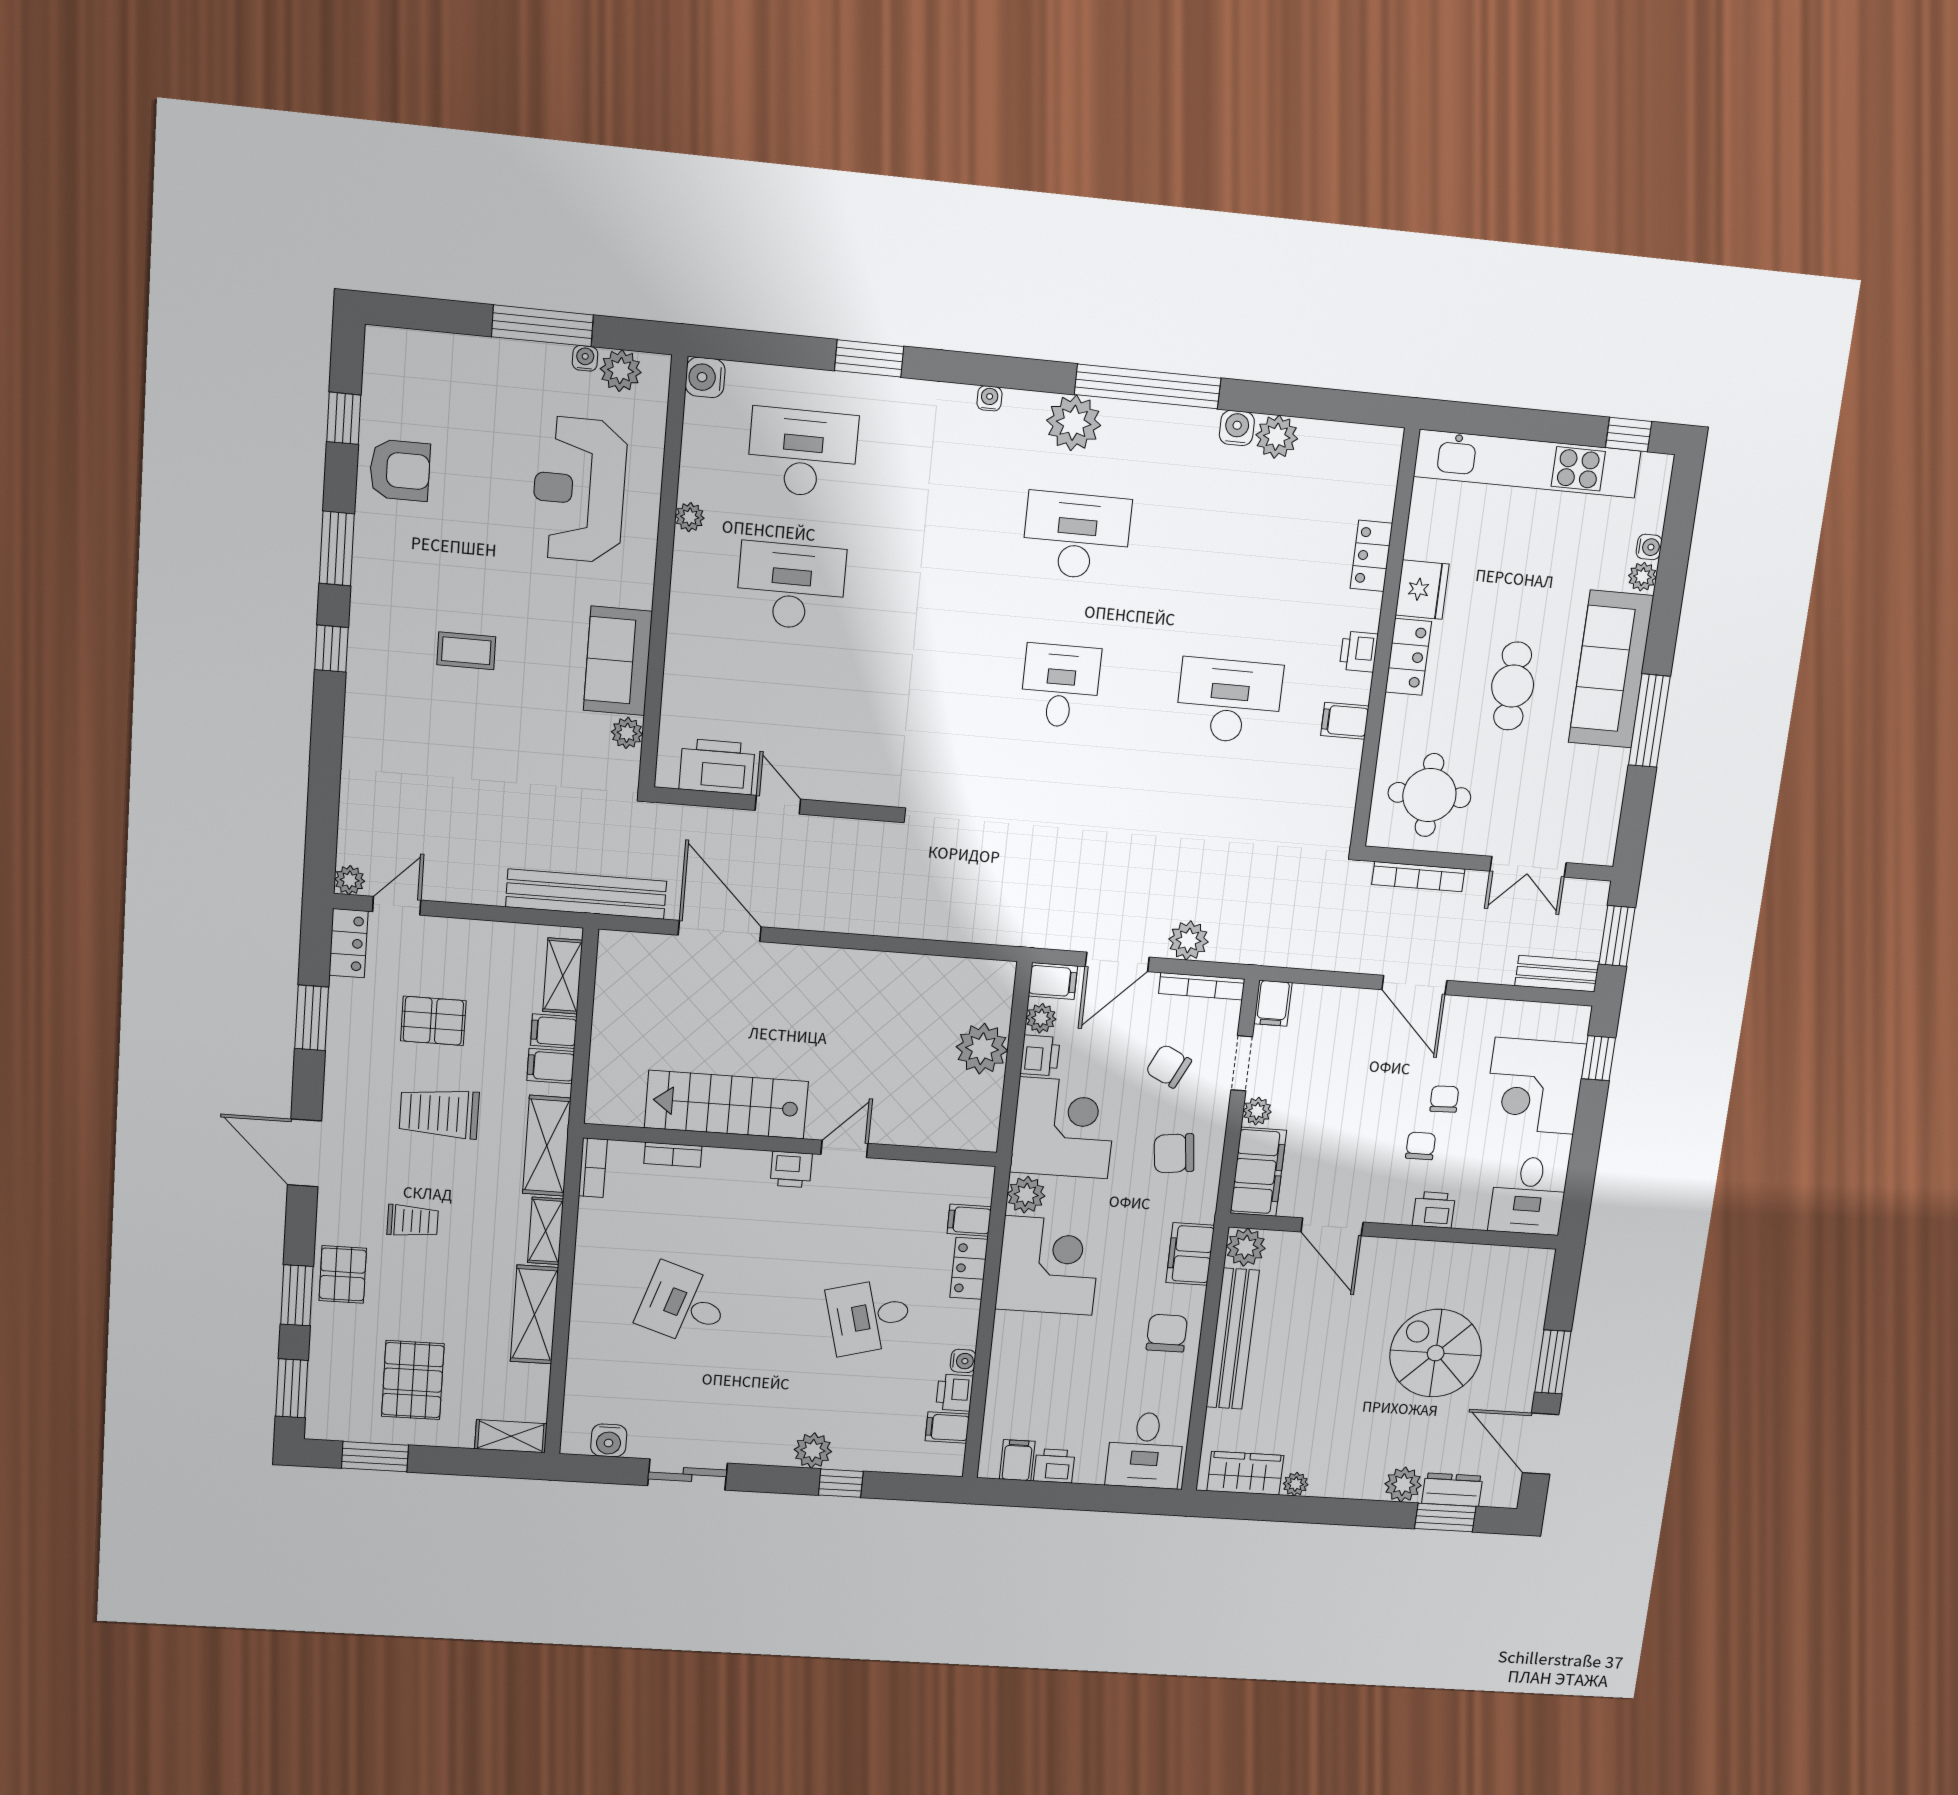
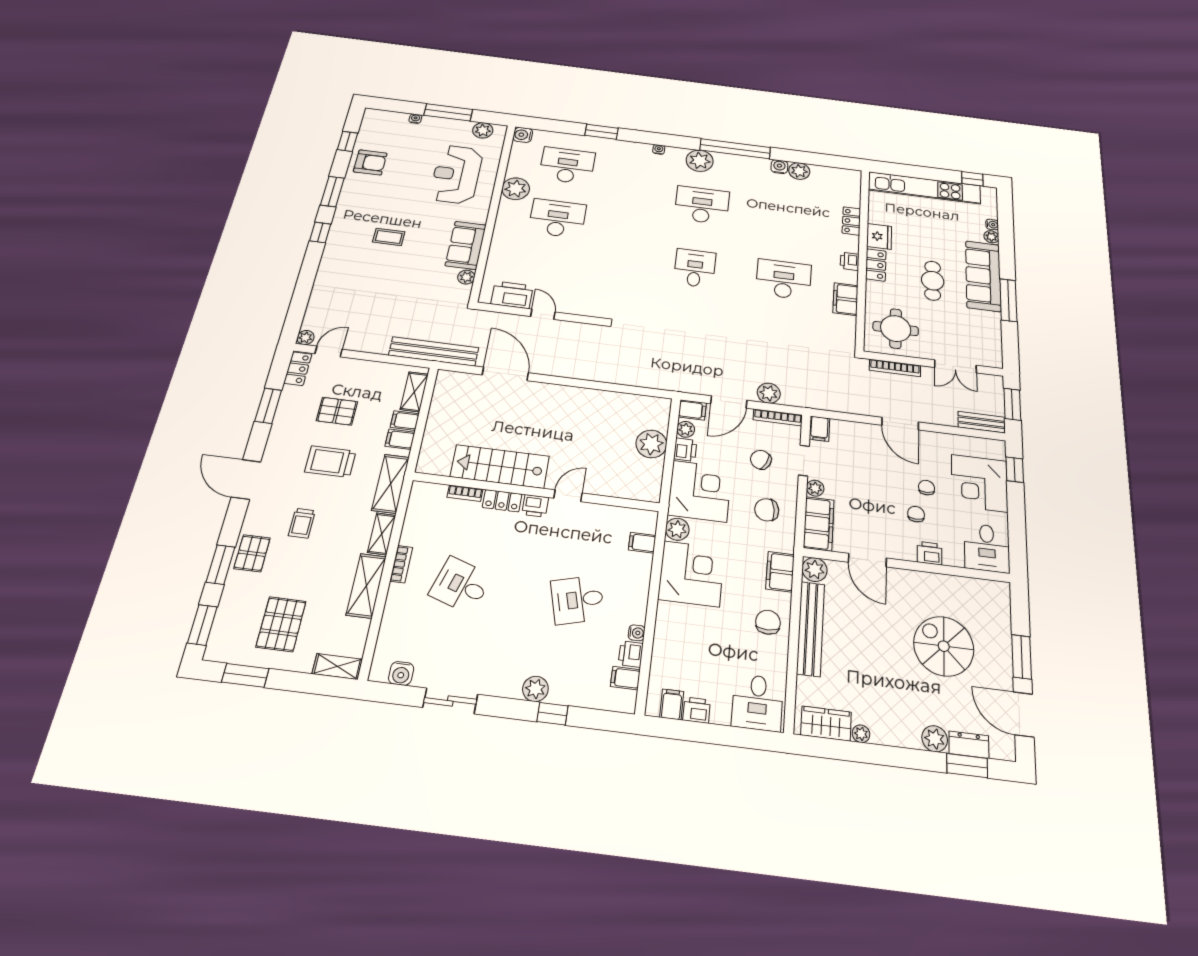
water cooler: (585, 358) -> (415, 119), moved
plant: (690, 517) -> (516, 189), width x1.88, depth x1.88
filing cabinet: (1345, 721) -> (845, 299), width x2.00
bookcase: (593, 1168) -> (401, 564), moved
trolley: (413, 1221) -> (302, 523), turned 90
locker: (969, 1268) -> (502, 501), moved, turned -90

